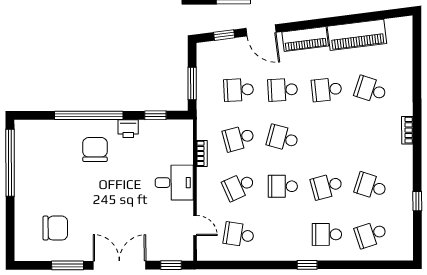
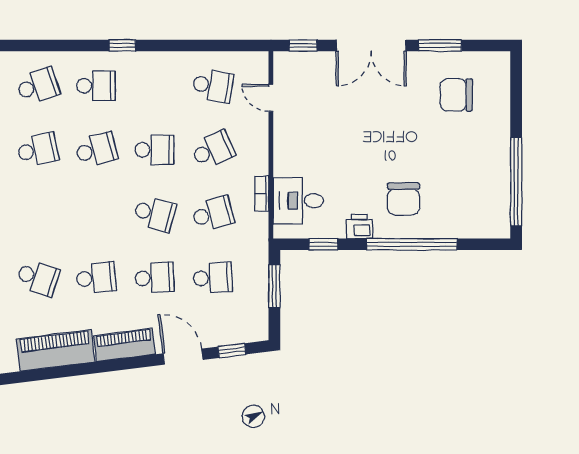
desk: (174, 183) -> (298, 201), moved
school desk: (371, 186) -> (38, 150), turned -30

